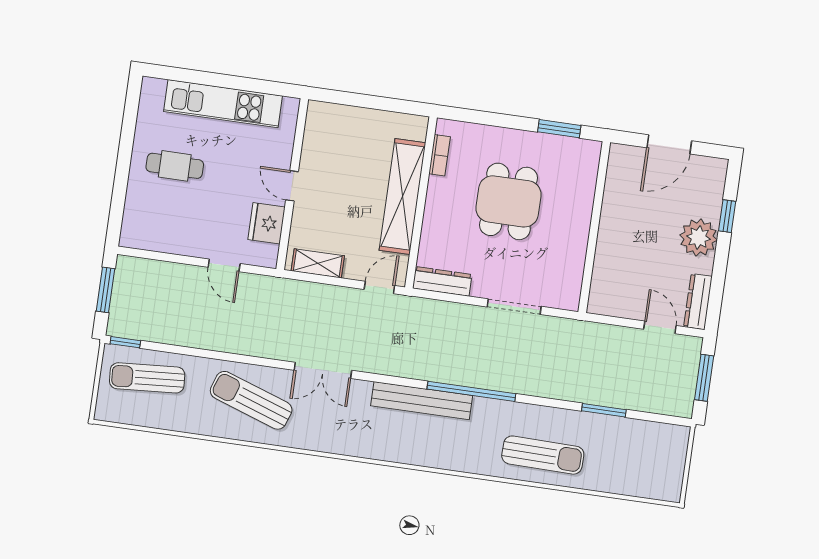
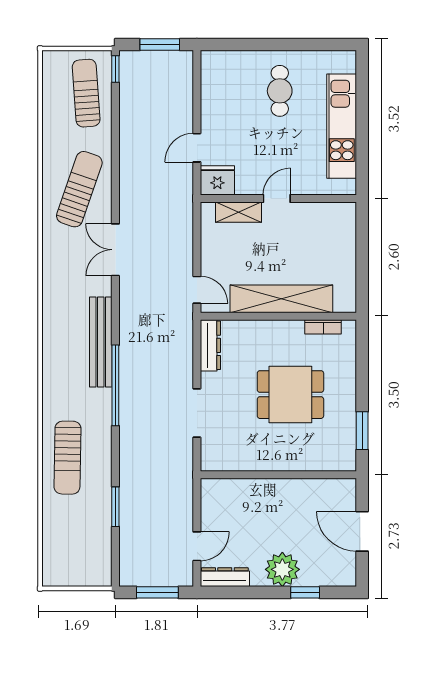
fridge: (267, 223) -> (217, 180), moved
shelving: (318, 263) -> (238, 212), moved, turned 90

